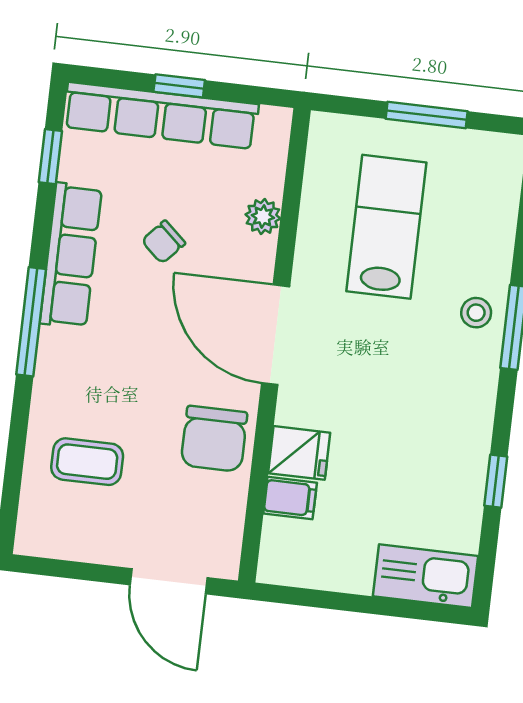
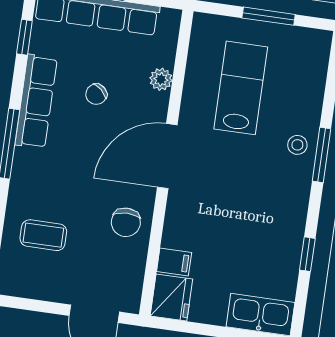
door: (276, 335) -> (167, 156), hinge flipped
chair: (214, 439) -> (126, 222), width x0.73, depth x0.73
fridge: (299, 453) -> (171, 297), moved, width x1.38

